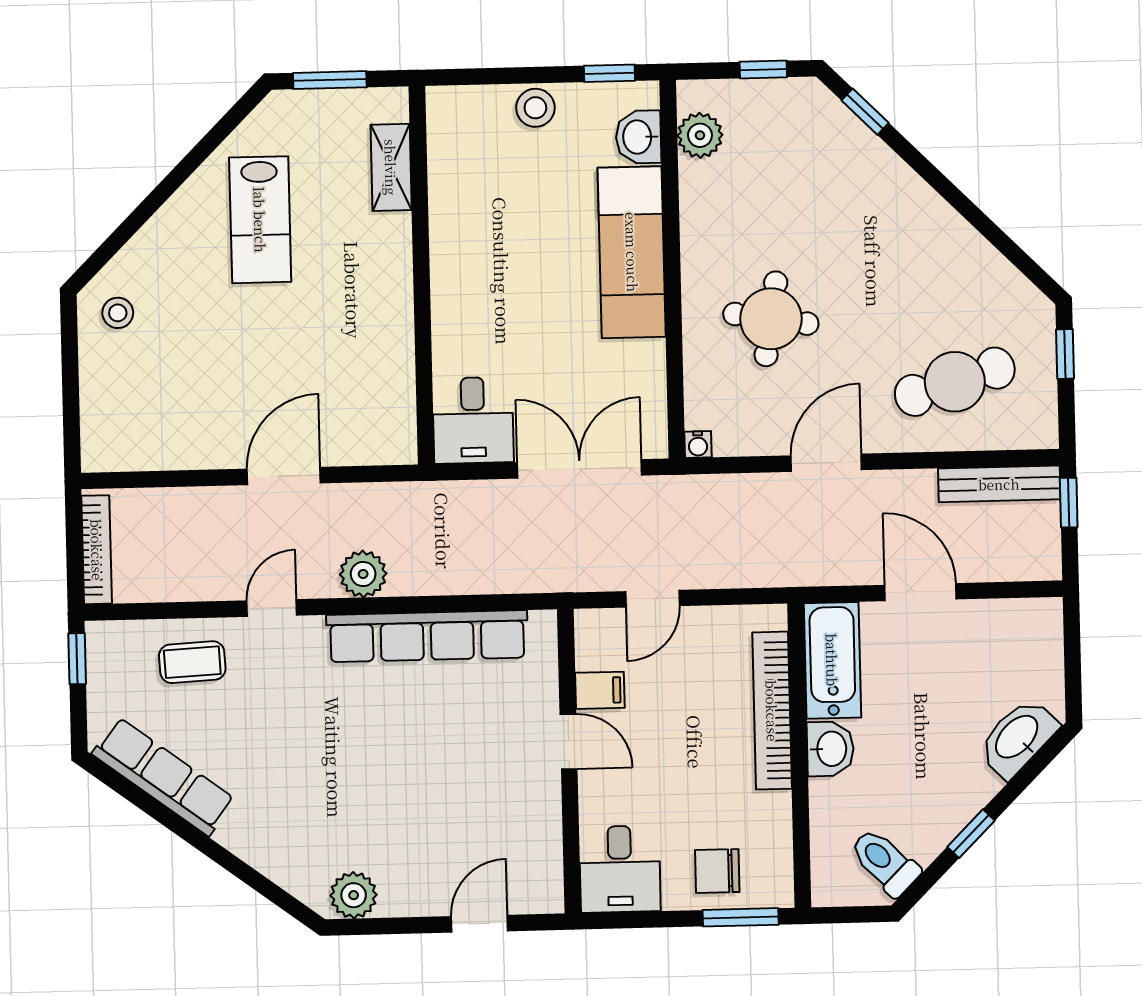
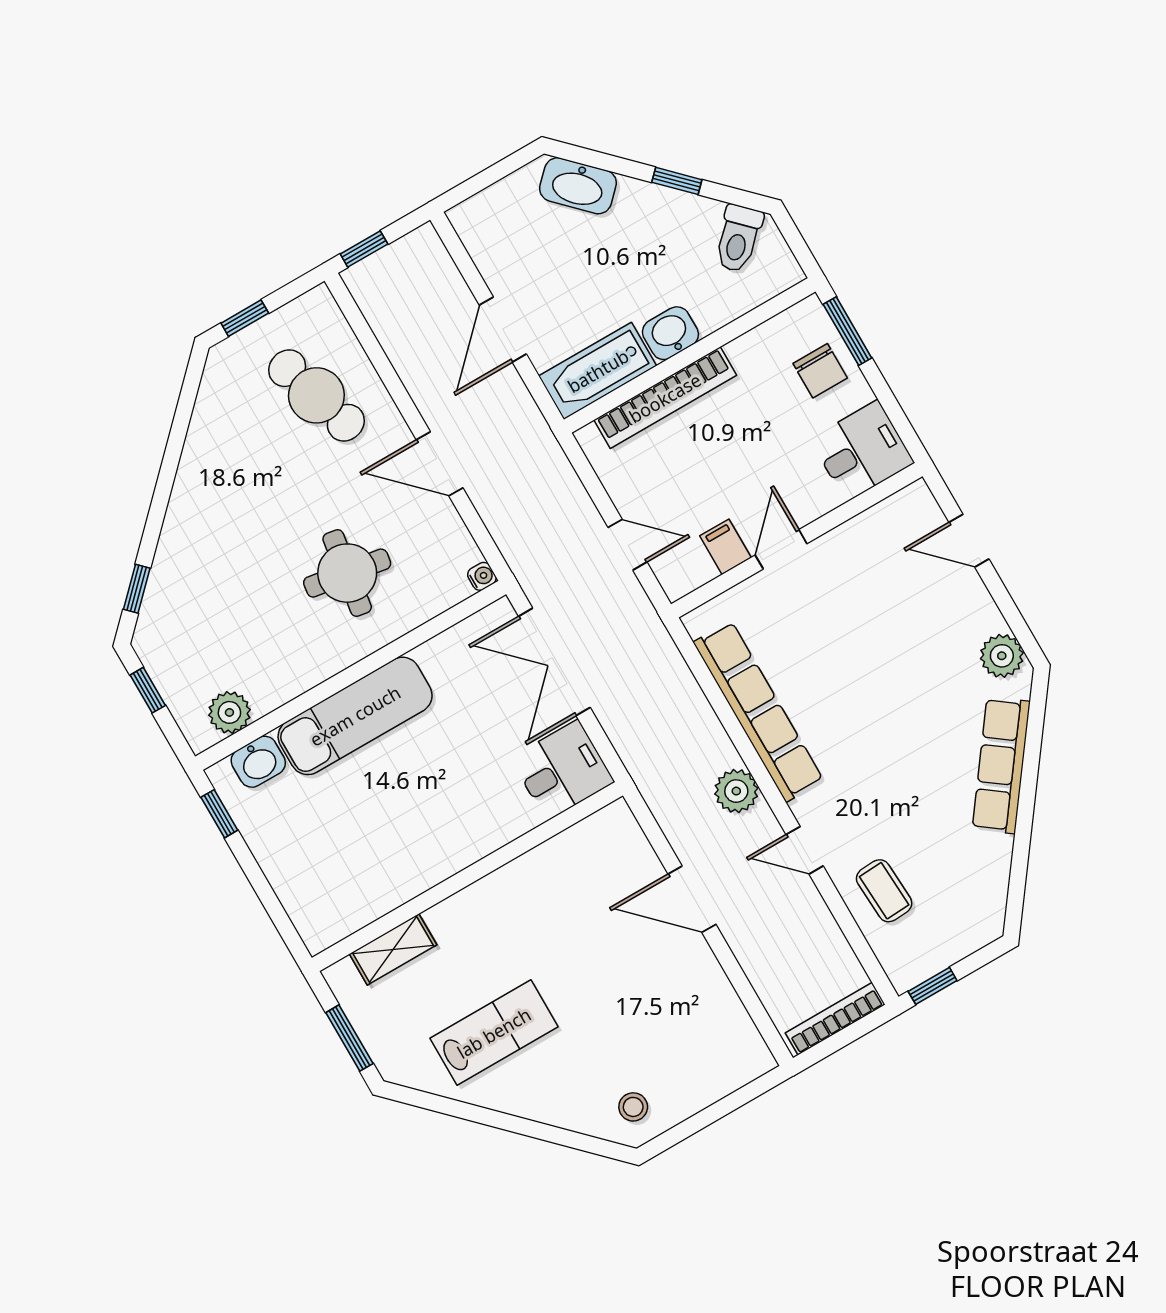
stool: (535, 108) -> (280, 859), removed
bench: (999, 484) -> (380, 314), removed
row of seats: (163, 777) -> (1001, 765), moved

